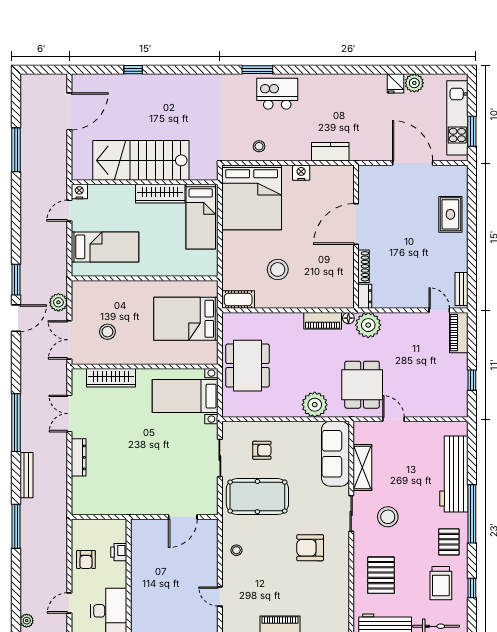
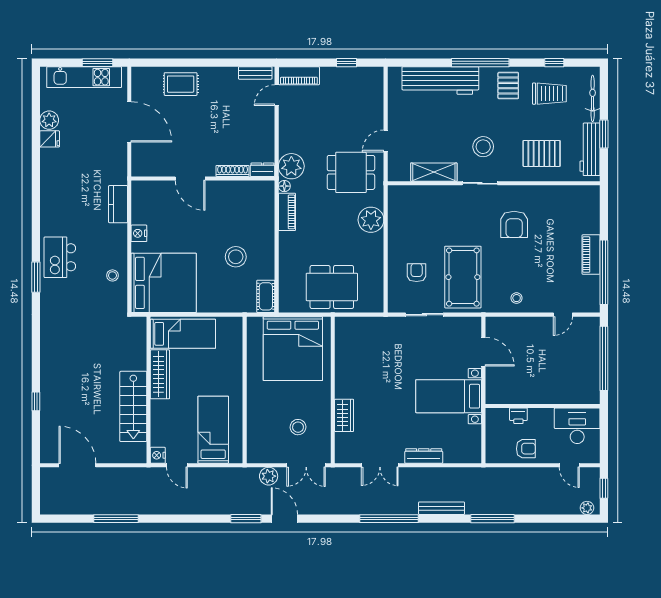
stairs: (141, 160) -> (133, 406), width x0.73, depth x0.66
door: (413, 163) -> (129, 122), swing flipped
door: (356, 224) -> (190, 178), width x0.73
bed: (186, 319) -> (293, 349), width x1.36
wardrobe: (111, 378) -> (344, 415), width x0.67
bed with nightstands: (185, 396) -> (449, 396), moved, turned 90
sofa: (335, 454) -> (420, 199), removed
pallet: (449, 542) -> (508, 86), turned 90

